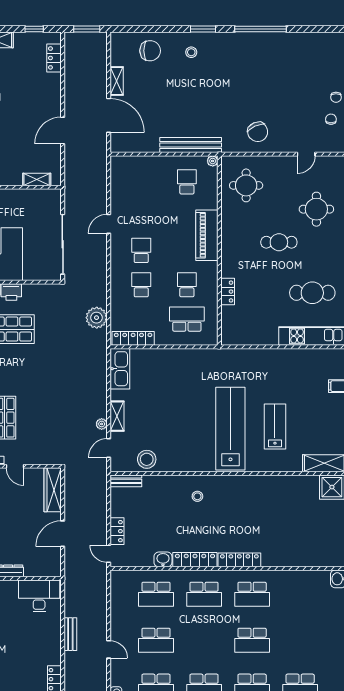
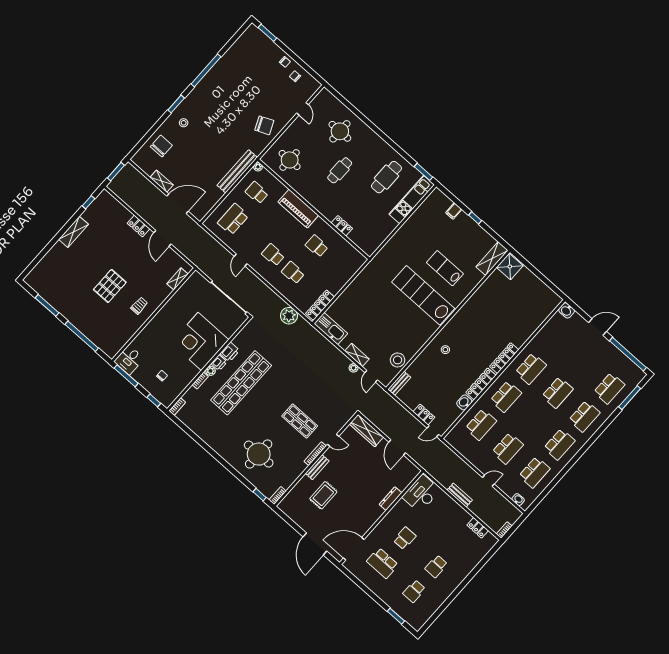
locker: (54, 58) -> (139, 226), moved
school desk: (187, 319) -> (233, 219), moved

